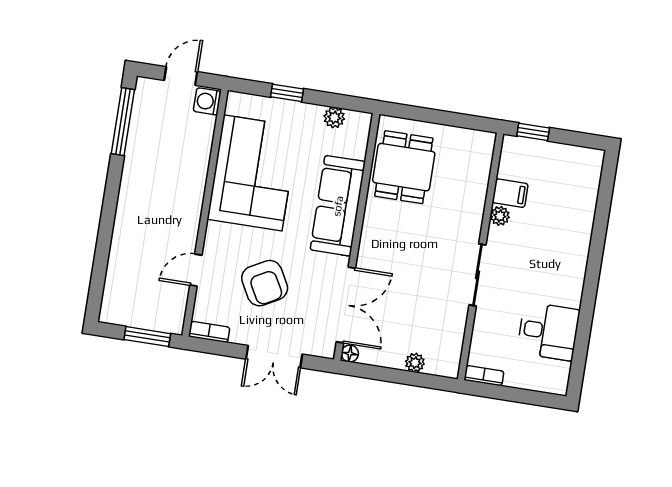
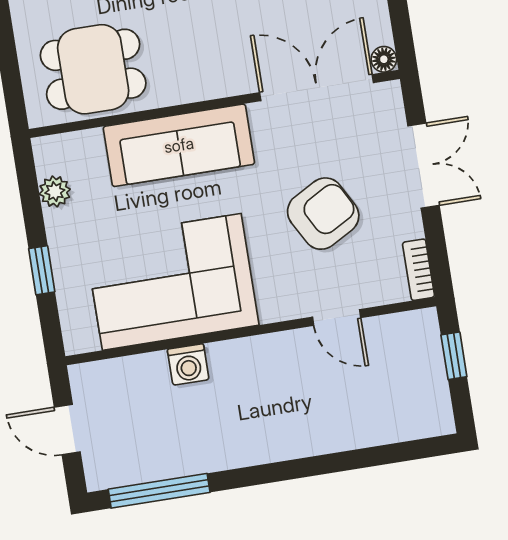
washing machine: (207, 101) -> (188, 364), moved
window: (147, 337) -> (454, 356), width x0.67

